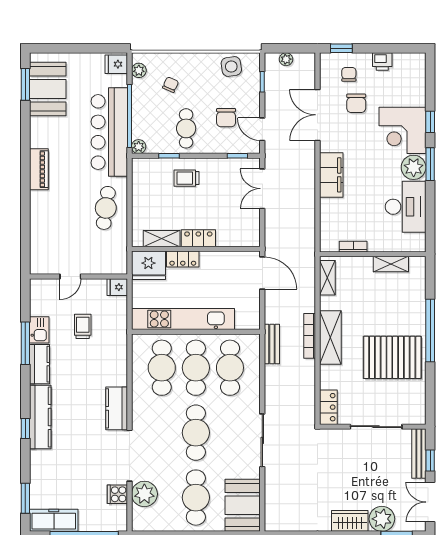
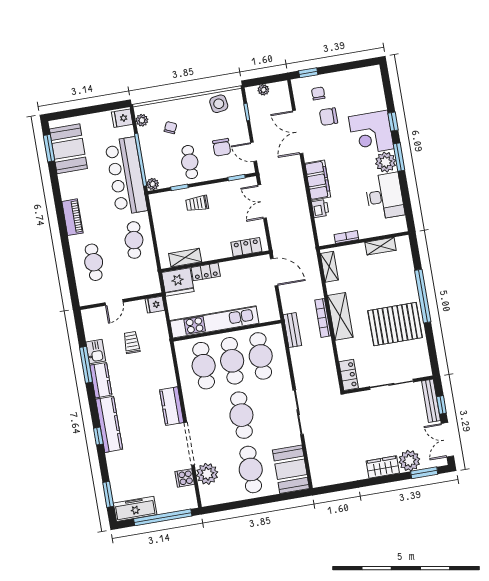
printer: (382, 61) -> (320, 209), moved, turned -90
chair: (356, 103) -> (328, 117), turned 90
cafe table: (55, 226) -> (94, 262), added
locker: (198, 238) -> (246, 247), moved

